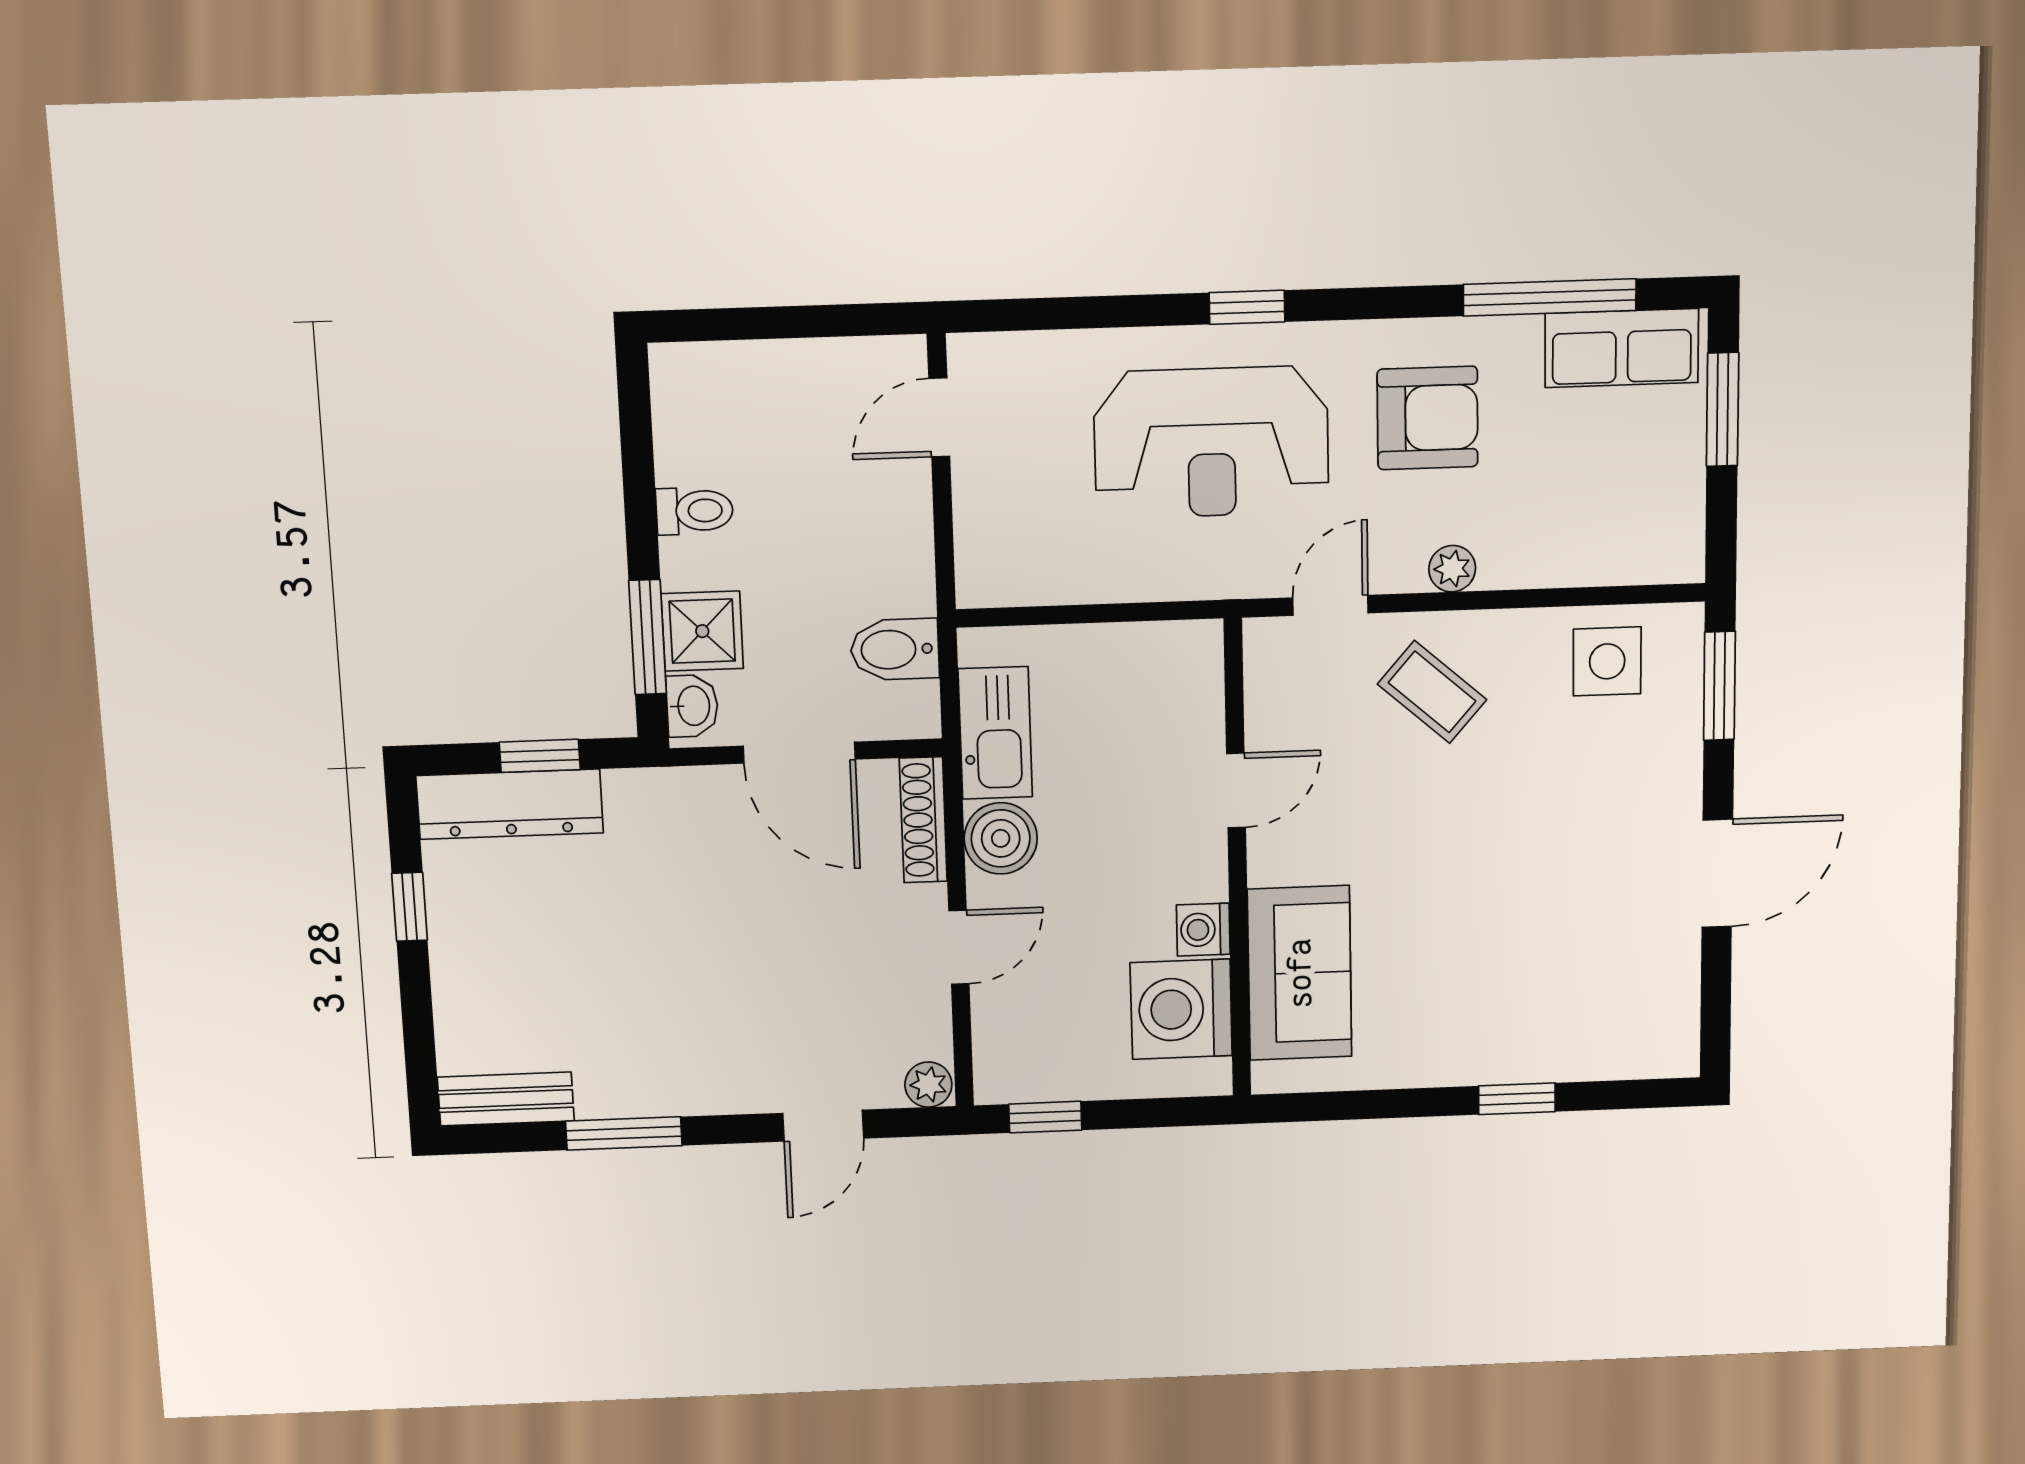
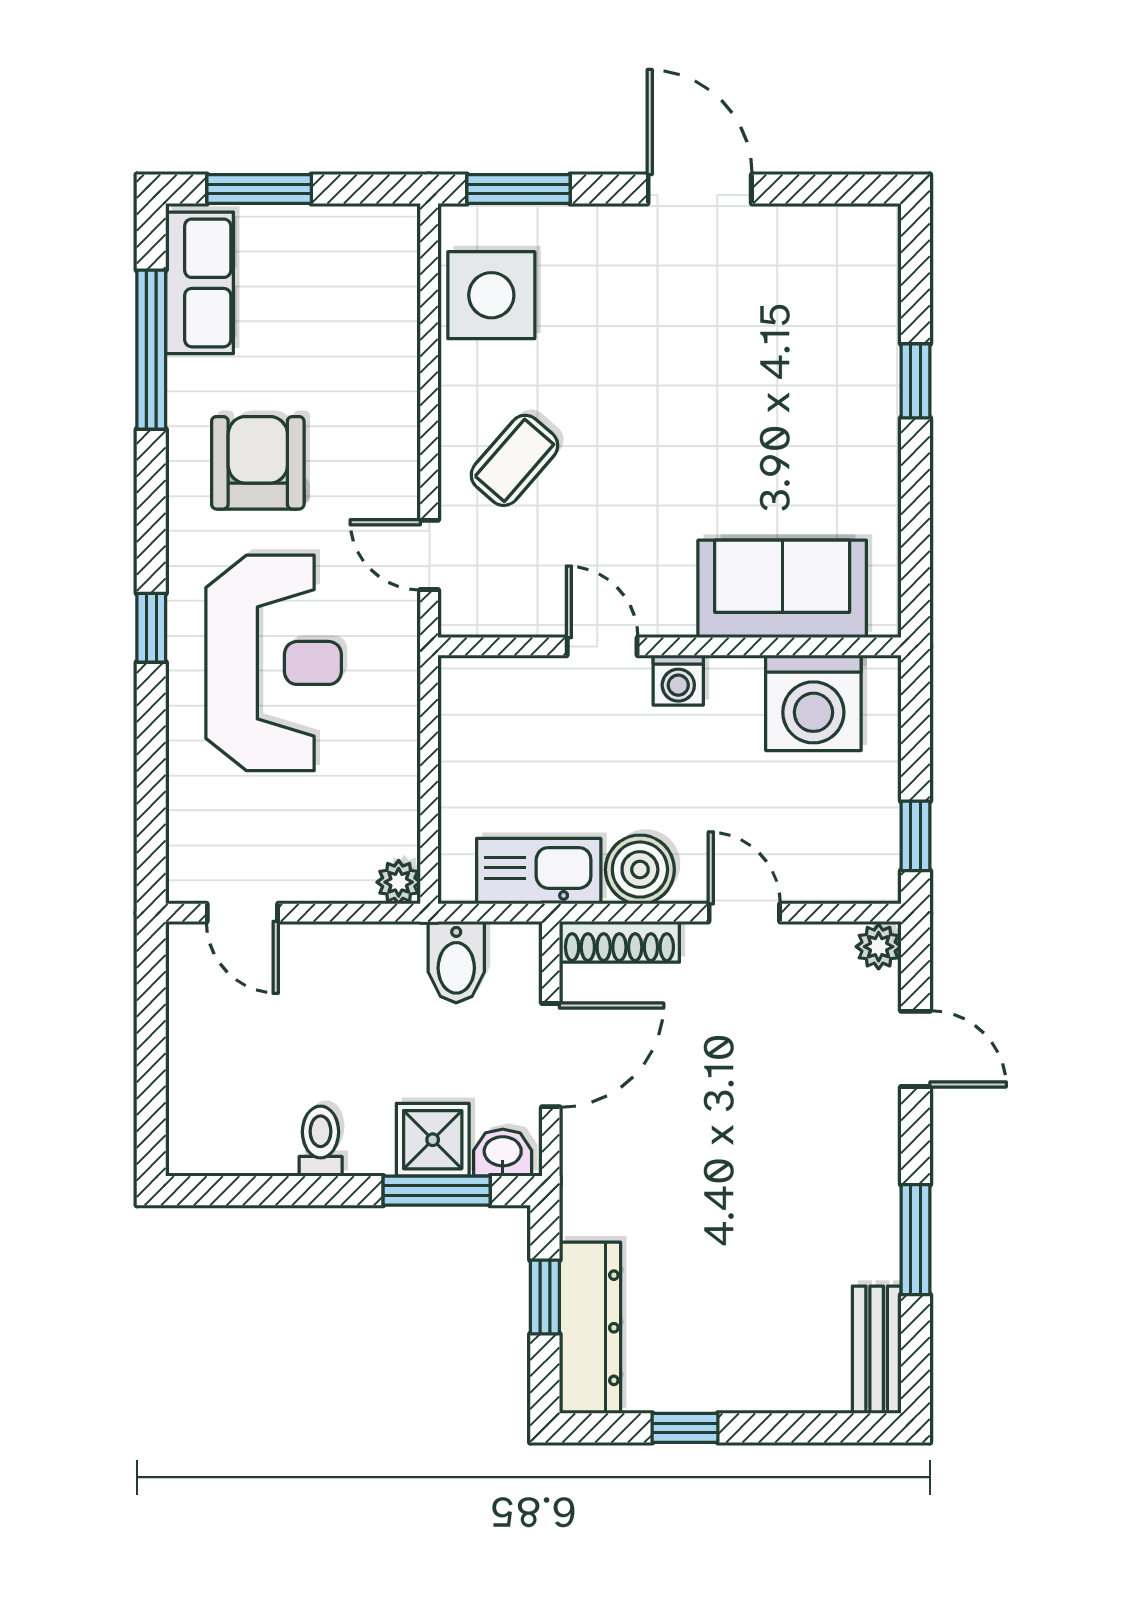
plant: (1452, 569) -> (399, 882), moved
side table: (1607, 661) -> (491, 295), width x1.37, depth x1.37
washing machine: (1203, 930) -> (678, 680), moved

